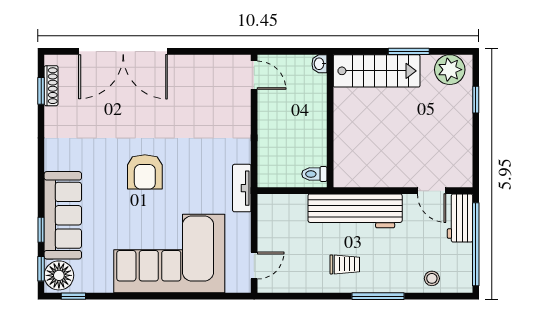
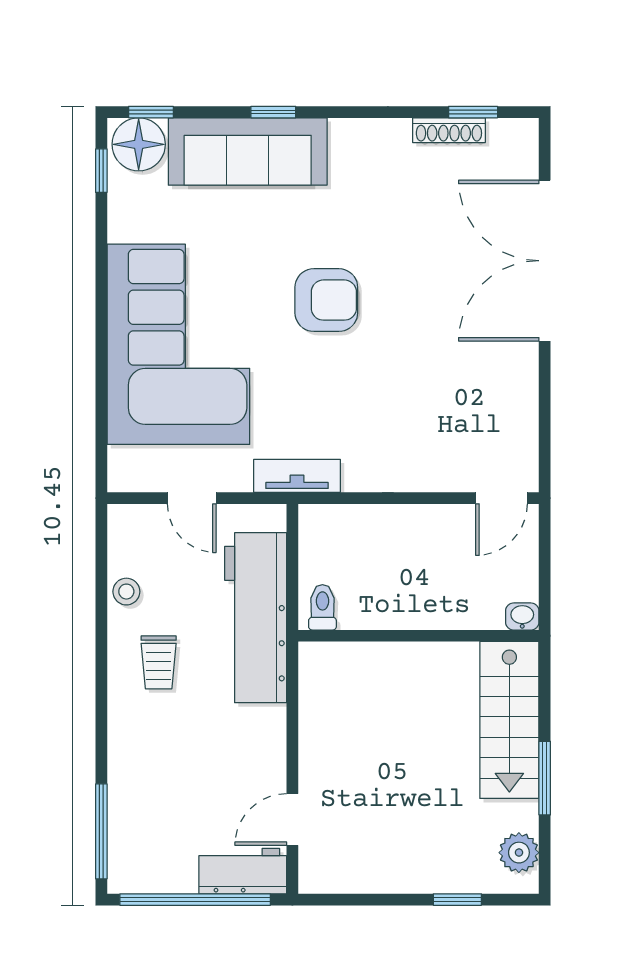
plant: (450, 70) -> (519, 853), width x0.73, depth x0.73
shoe rack: (51, 86) -> (449, 130), moved
armchair: (145, 172) -> (326, 300), turned 180
workbench: (355, 211) -> (256, 618), moved
window: (41, 230) -> (273, 112), moved
door: (254, 265) -> (192, 498), moved
stool: (432, 278) -> (126, 592), moved
window: (378, 296) -> (101, 831), moved

